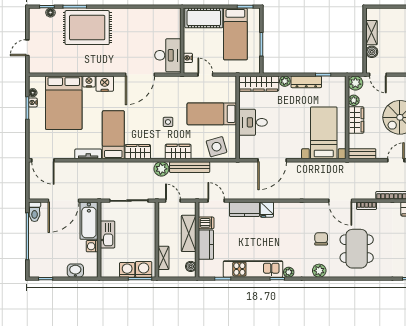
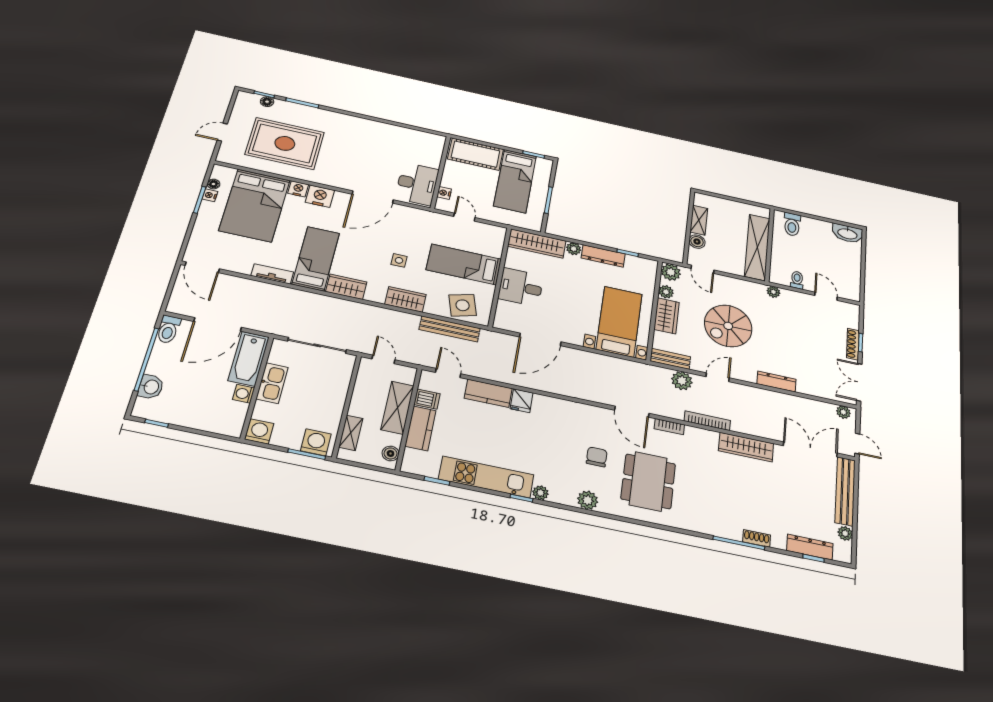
rug: (87, 28) -> (285, 143), moved
bench: (190, 167) -> (450, 329), moved
plant: (161, 169) -> (682, 381), moved
washing machine: (127, 270) -> (259, 431), moved
washbasin: (75, 271) -> (151, 387), moved, turned 90

